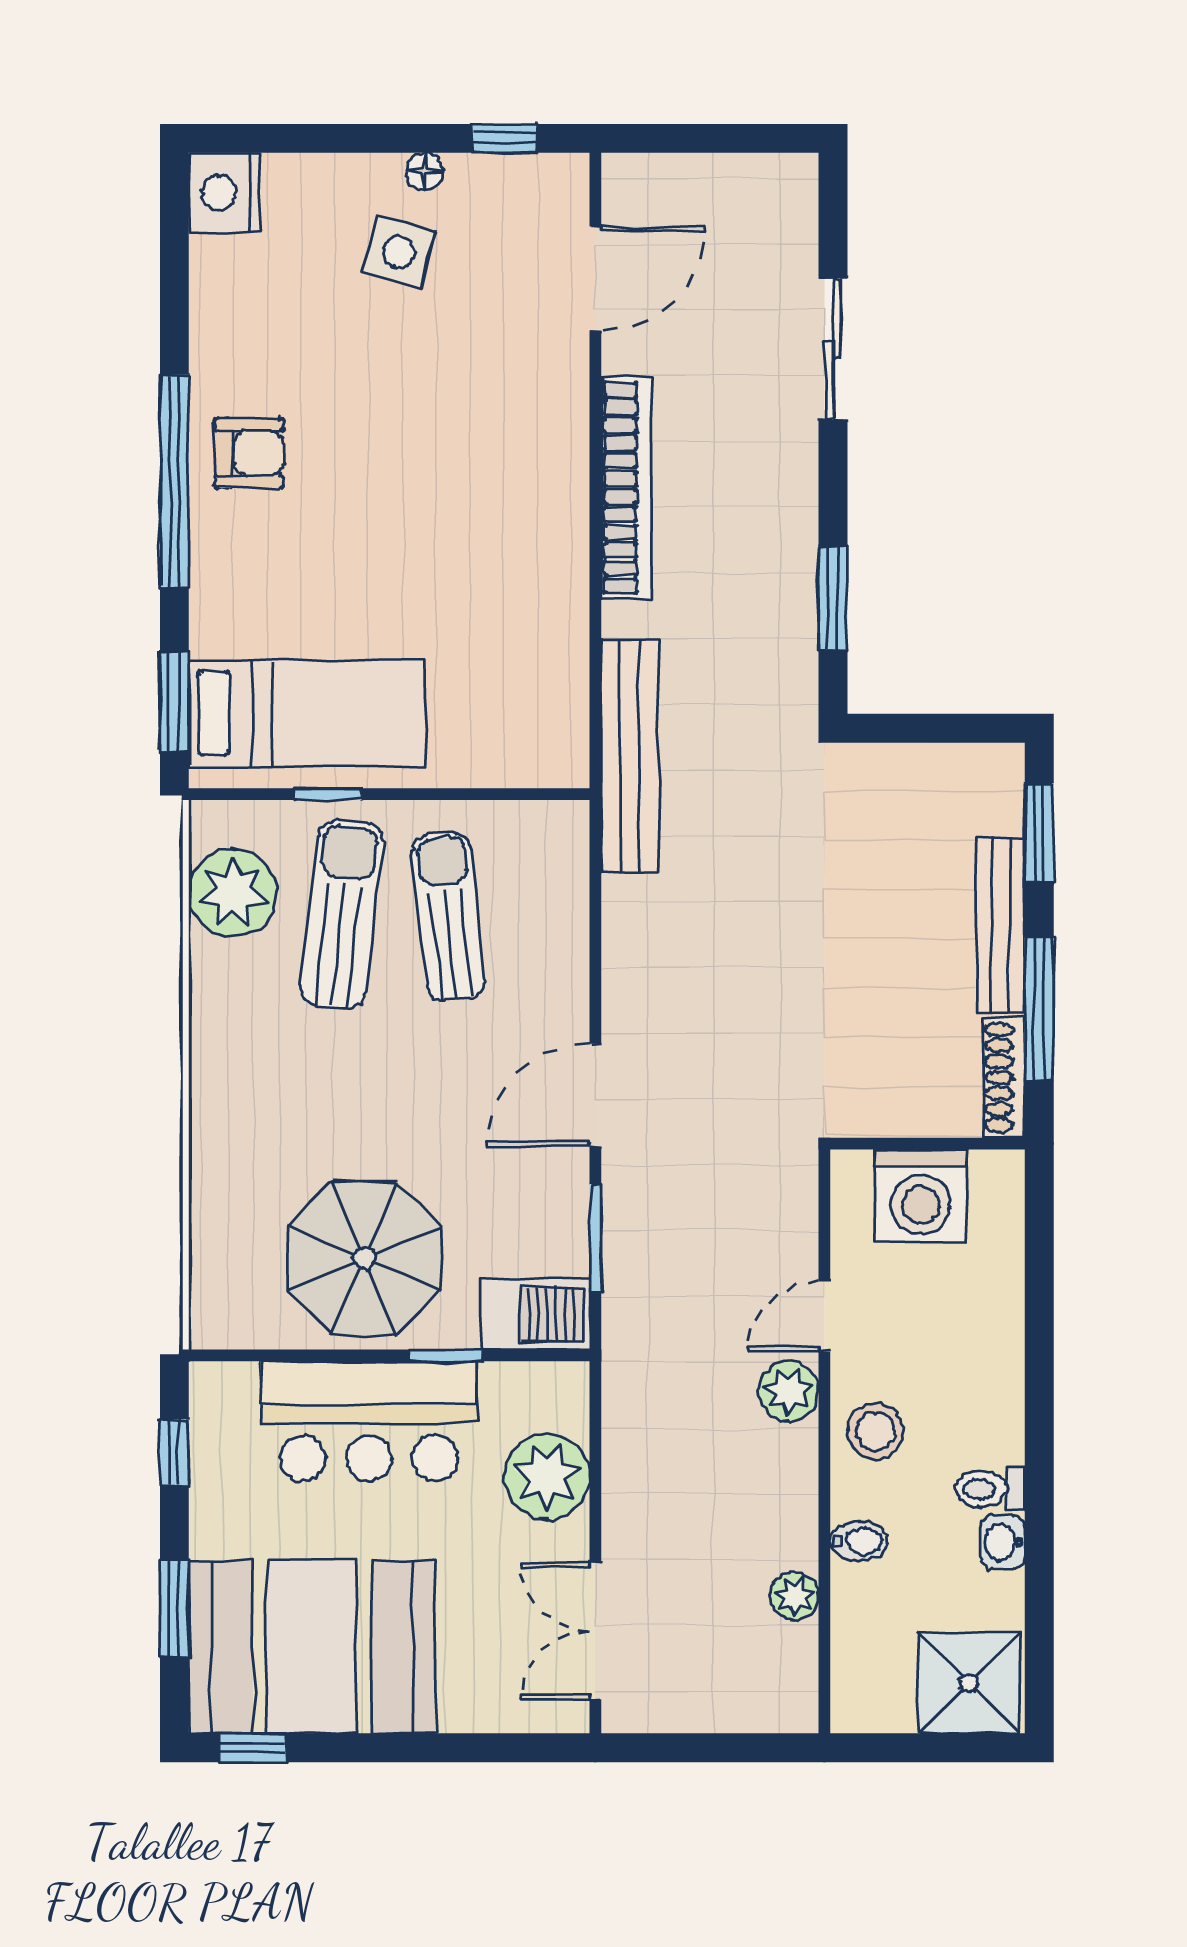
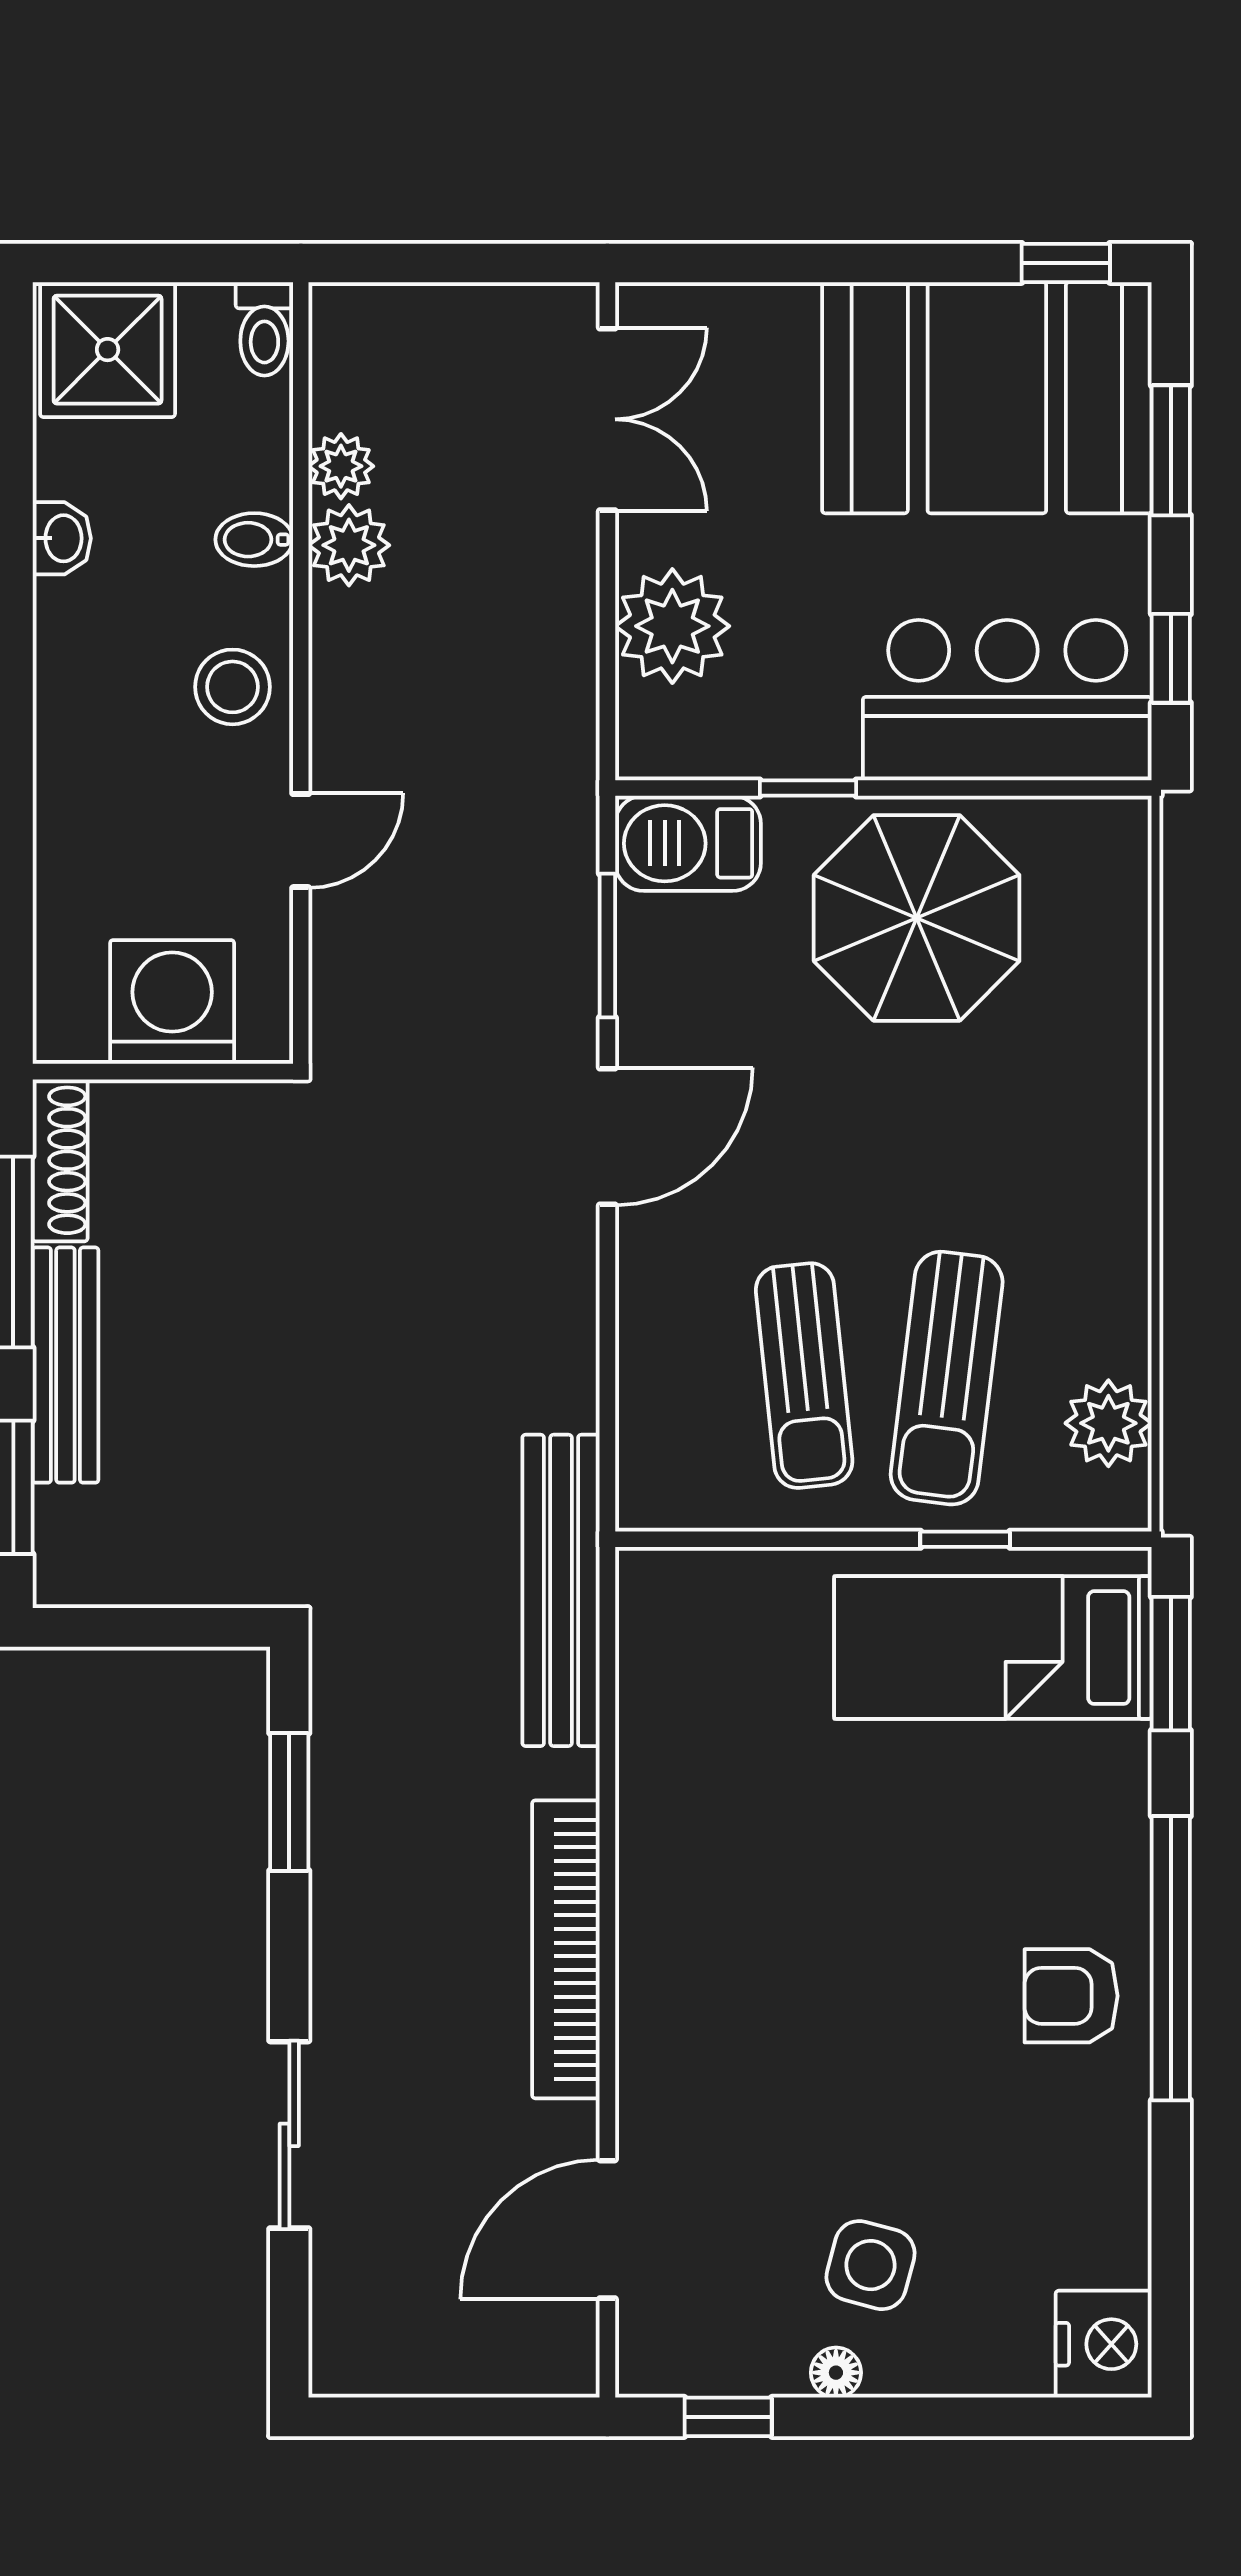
plant: (233, 893) -> (1108, 1423), width x0.73, depth x0.73
plant: (788, 1391) -> (349, 545), moved
bar counter: (369, 1421) -> (1007, 700), moved
toilet: (990, 1489) -> (264, 329), moved, turned 90

